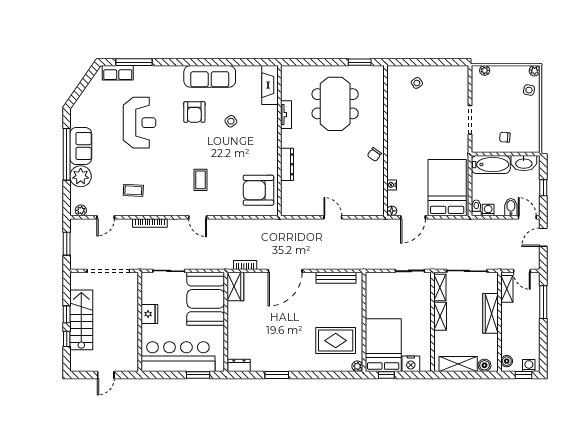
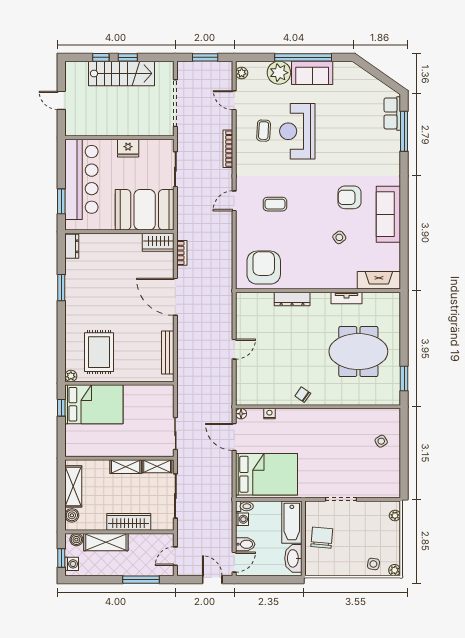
reception desk: (140, 123) -> (297, 131), moved, turned 90
chair: (505, 137) -> (322, 538), width x1.87, depth x1.87
window: (543, 188) -> (266, 580), removed
shelving: (507, 289) -> (106, 542), moved, width x1.50, depth x1.33
nightstand: (411, 364) -> (74, 435), removed

